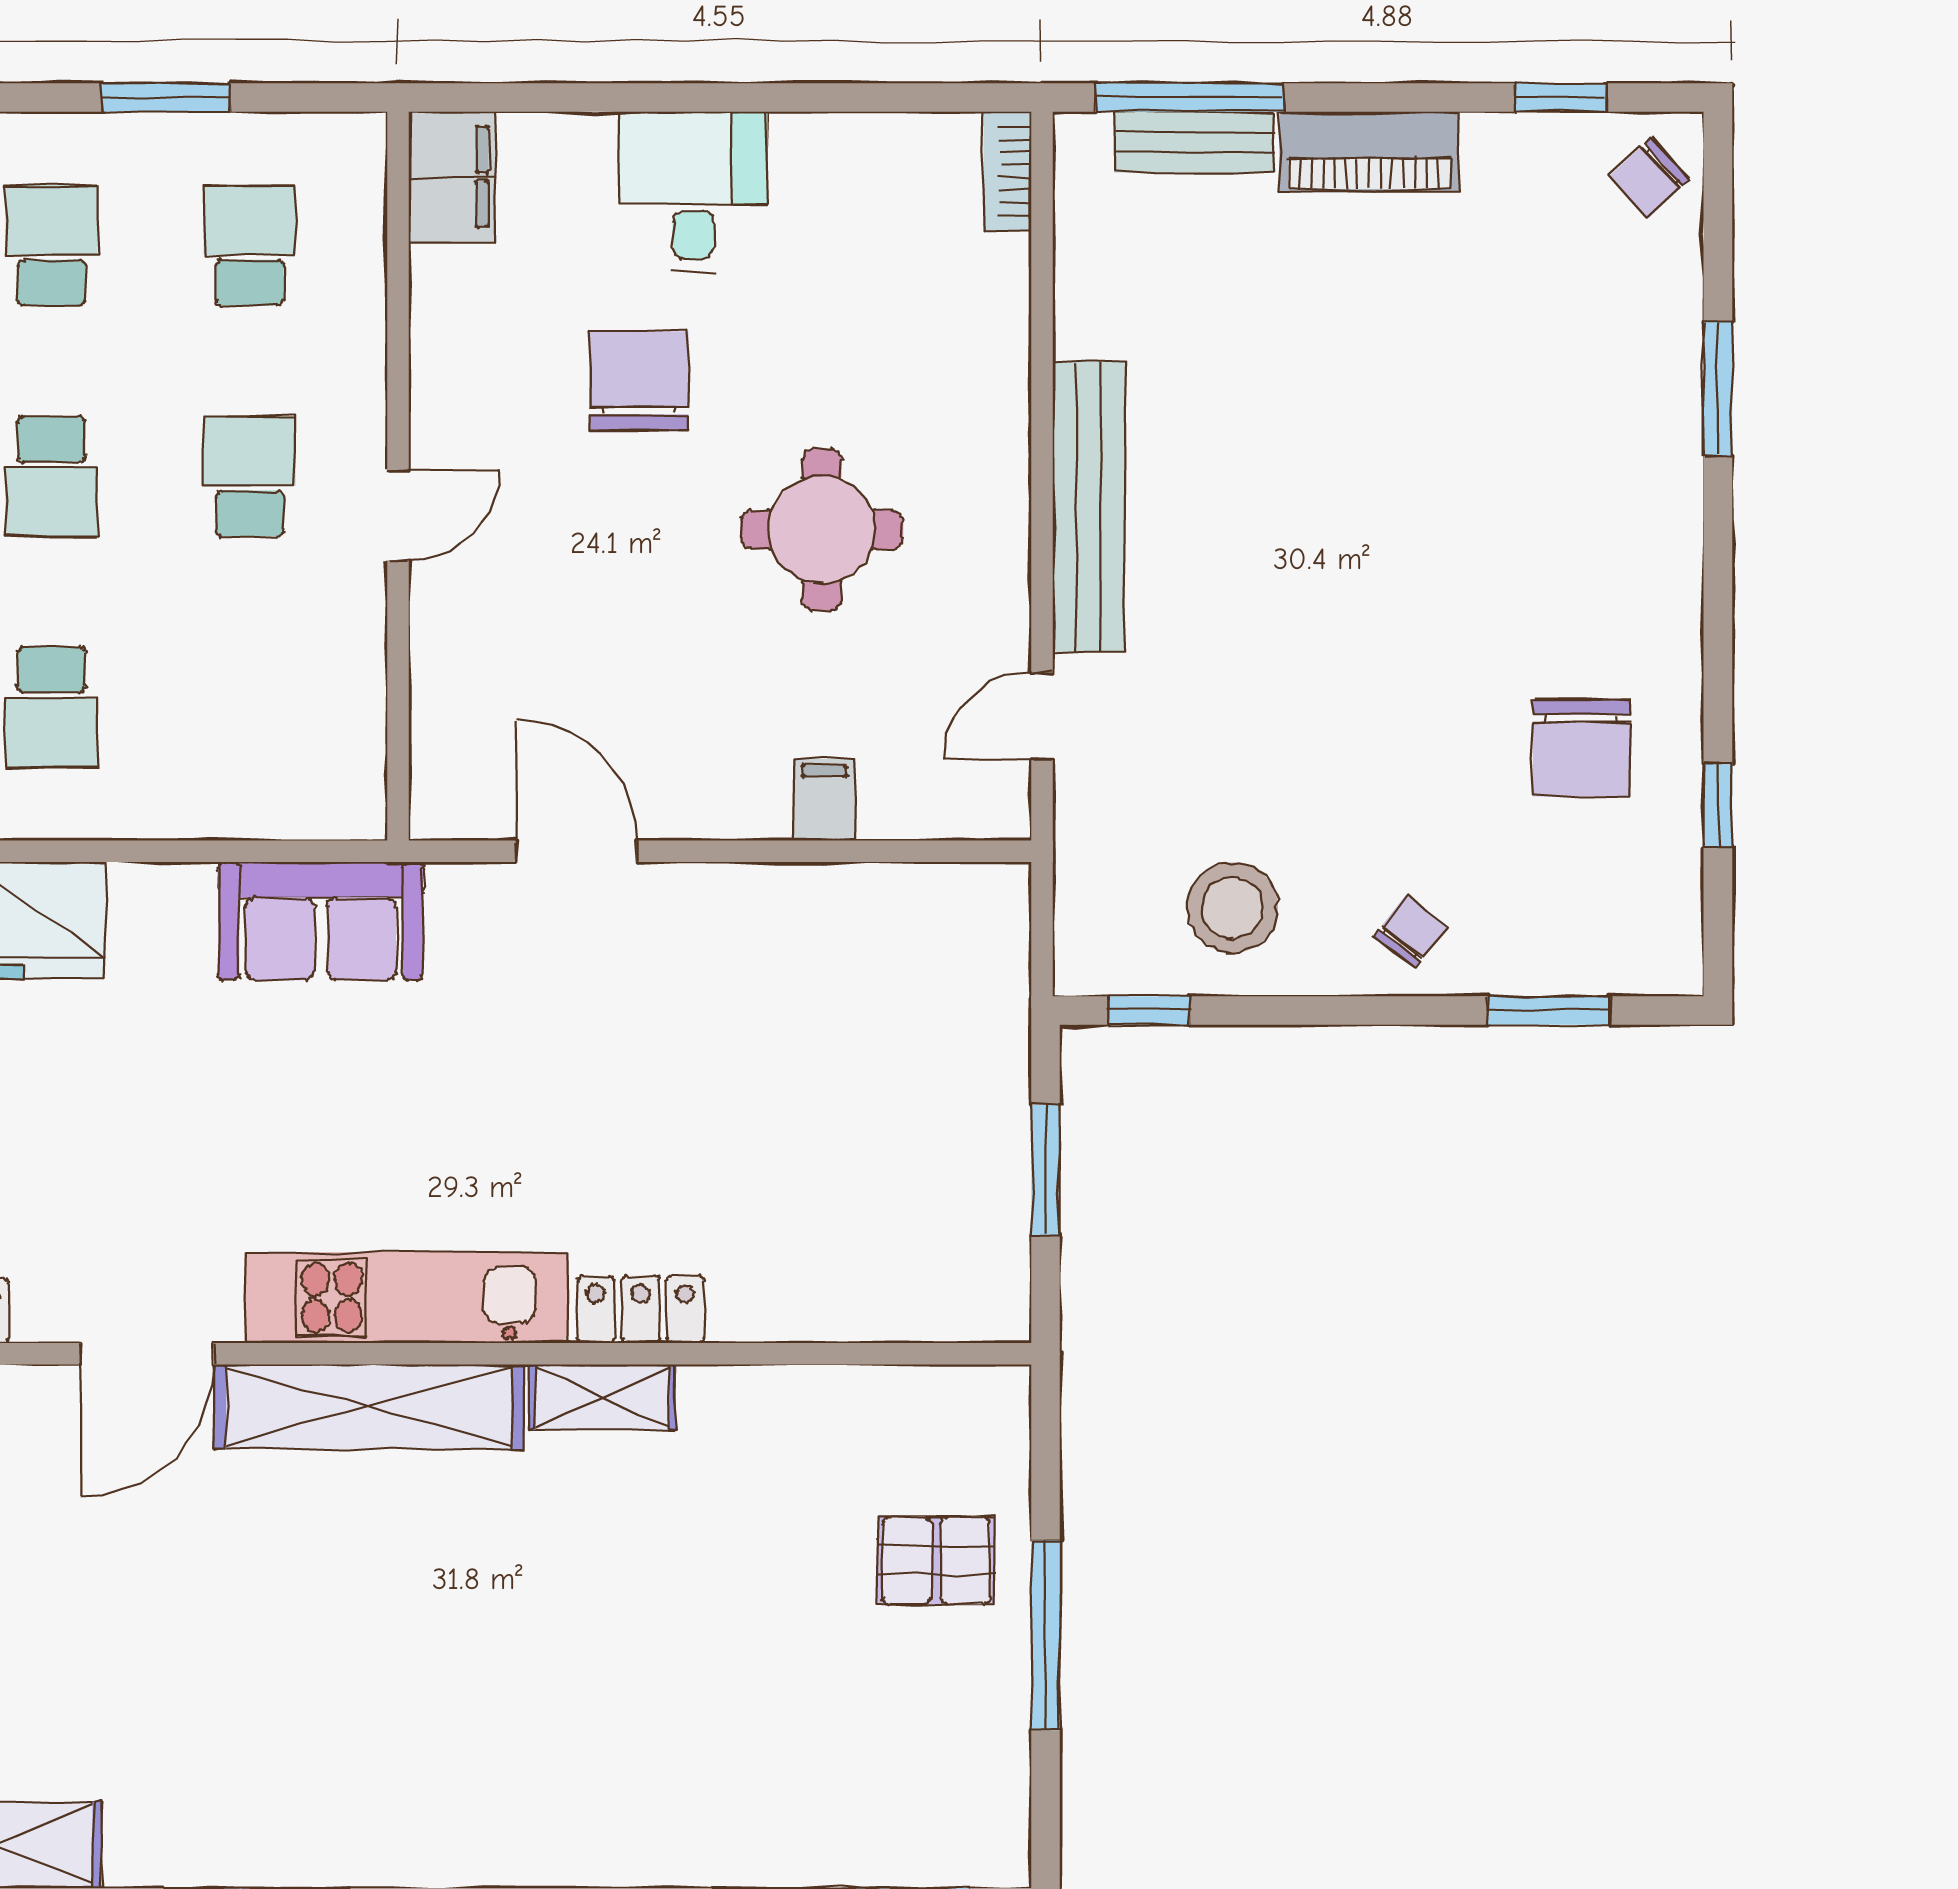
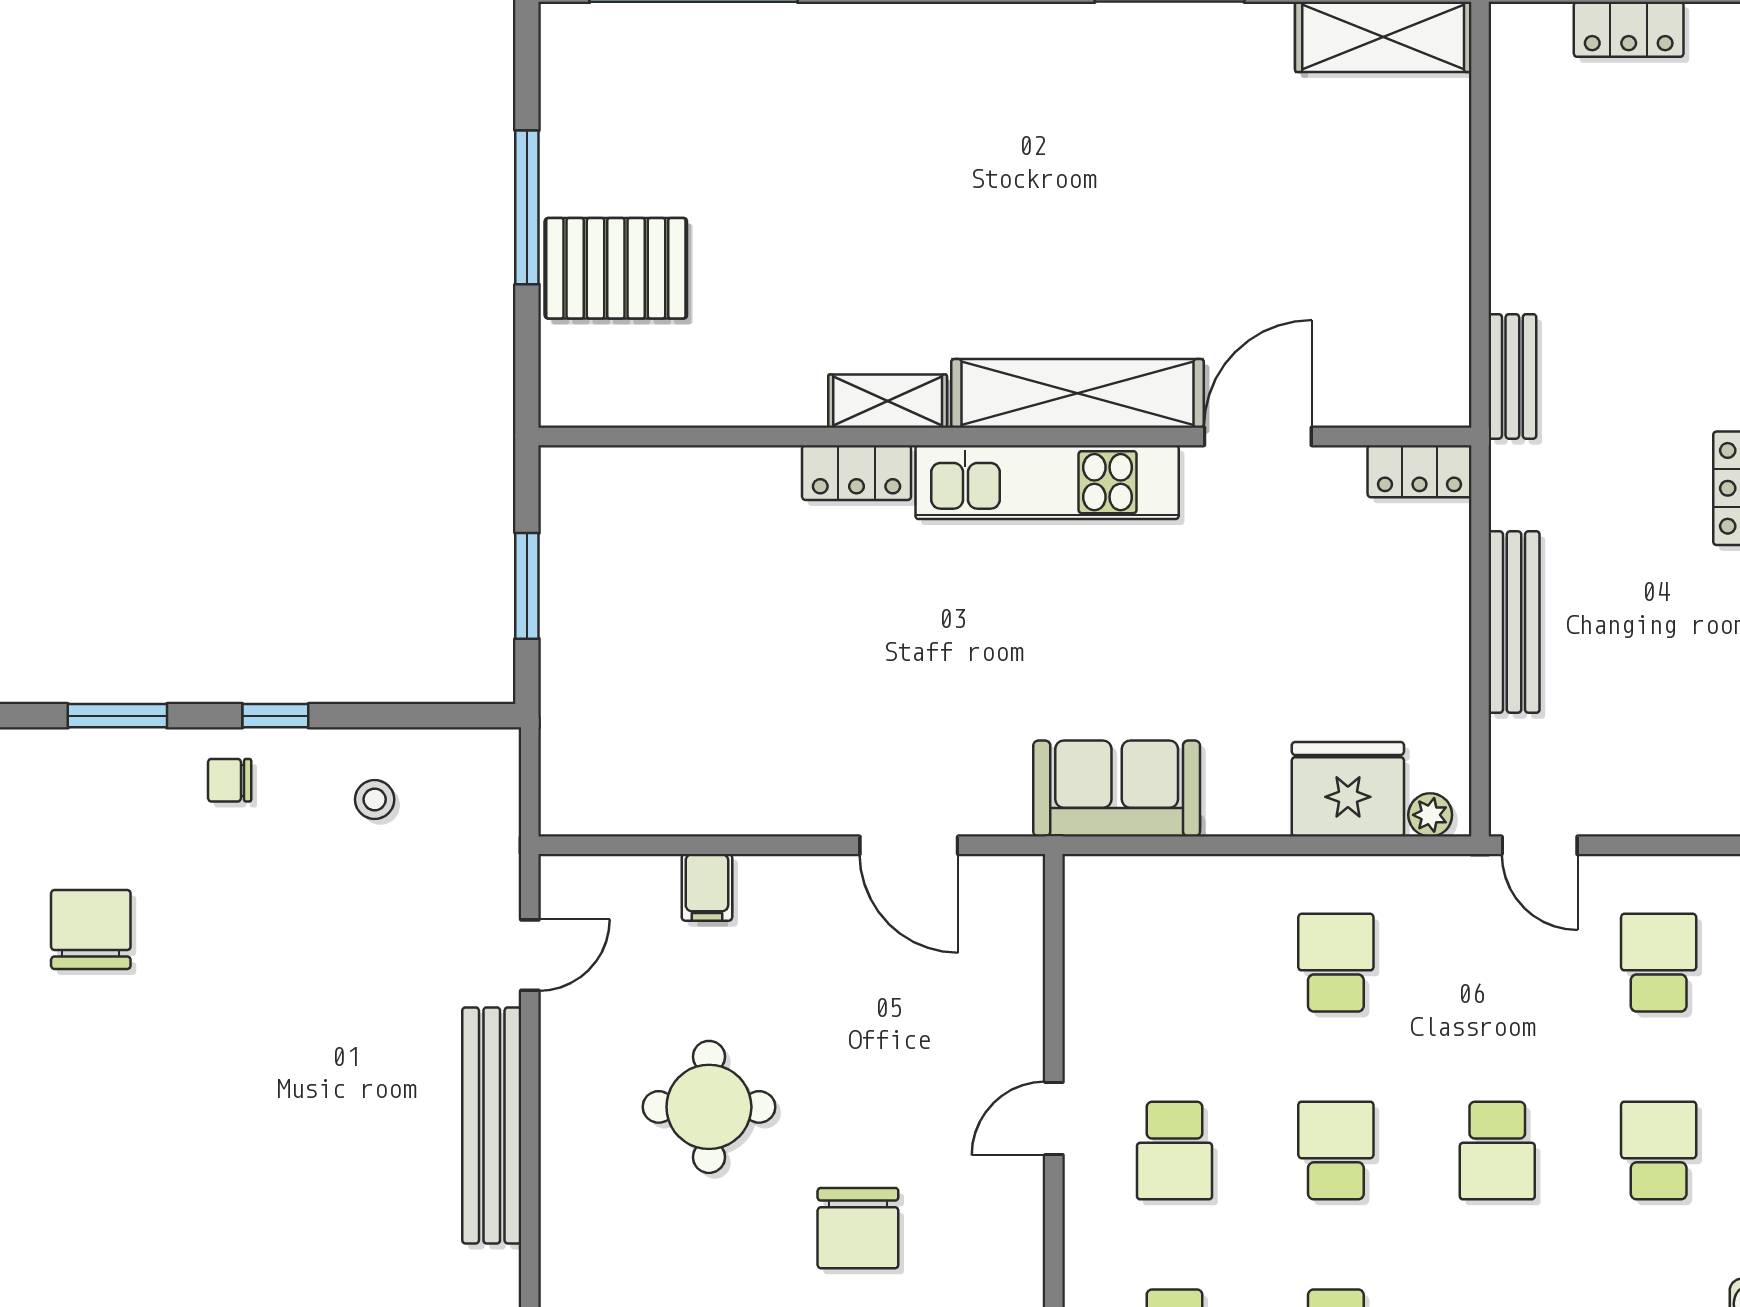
stool: (1233, 908) -> (375, 799), width x0.53, depth x0.53
chair: (1411, 931) -> (230, 780), turned 52
window: (1149, 1011) -> (275, 716), moved
pallet: (936, 1560) -> (616, 268), width x1.50, depth x1.42

